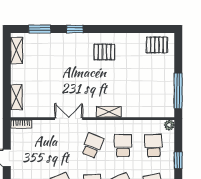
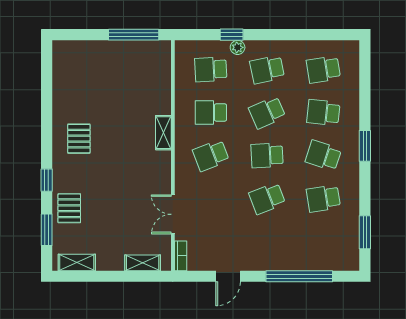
pallet: (157, 45) -> (69, 208), moved
double door: (69, 119) -> (173, 214), moved
plant: (169, 125) -> (238, 47), moved
school desk: (92, 146) -> (211, 155), turned -42

